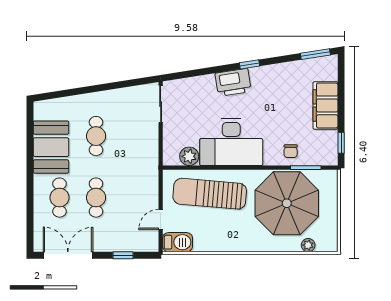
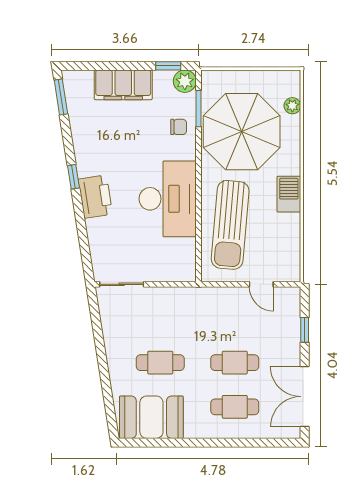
booth: (51, 147) -> (151, 417), moved
plant: (189, 156) -> (185, 81), moved
barbecue: (178, 242) -> (289, 194), moved

